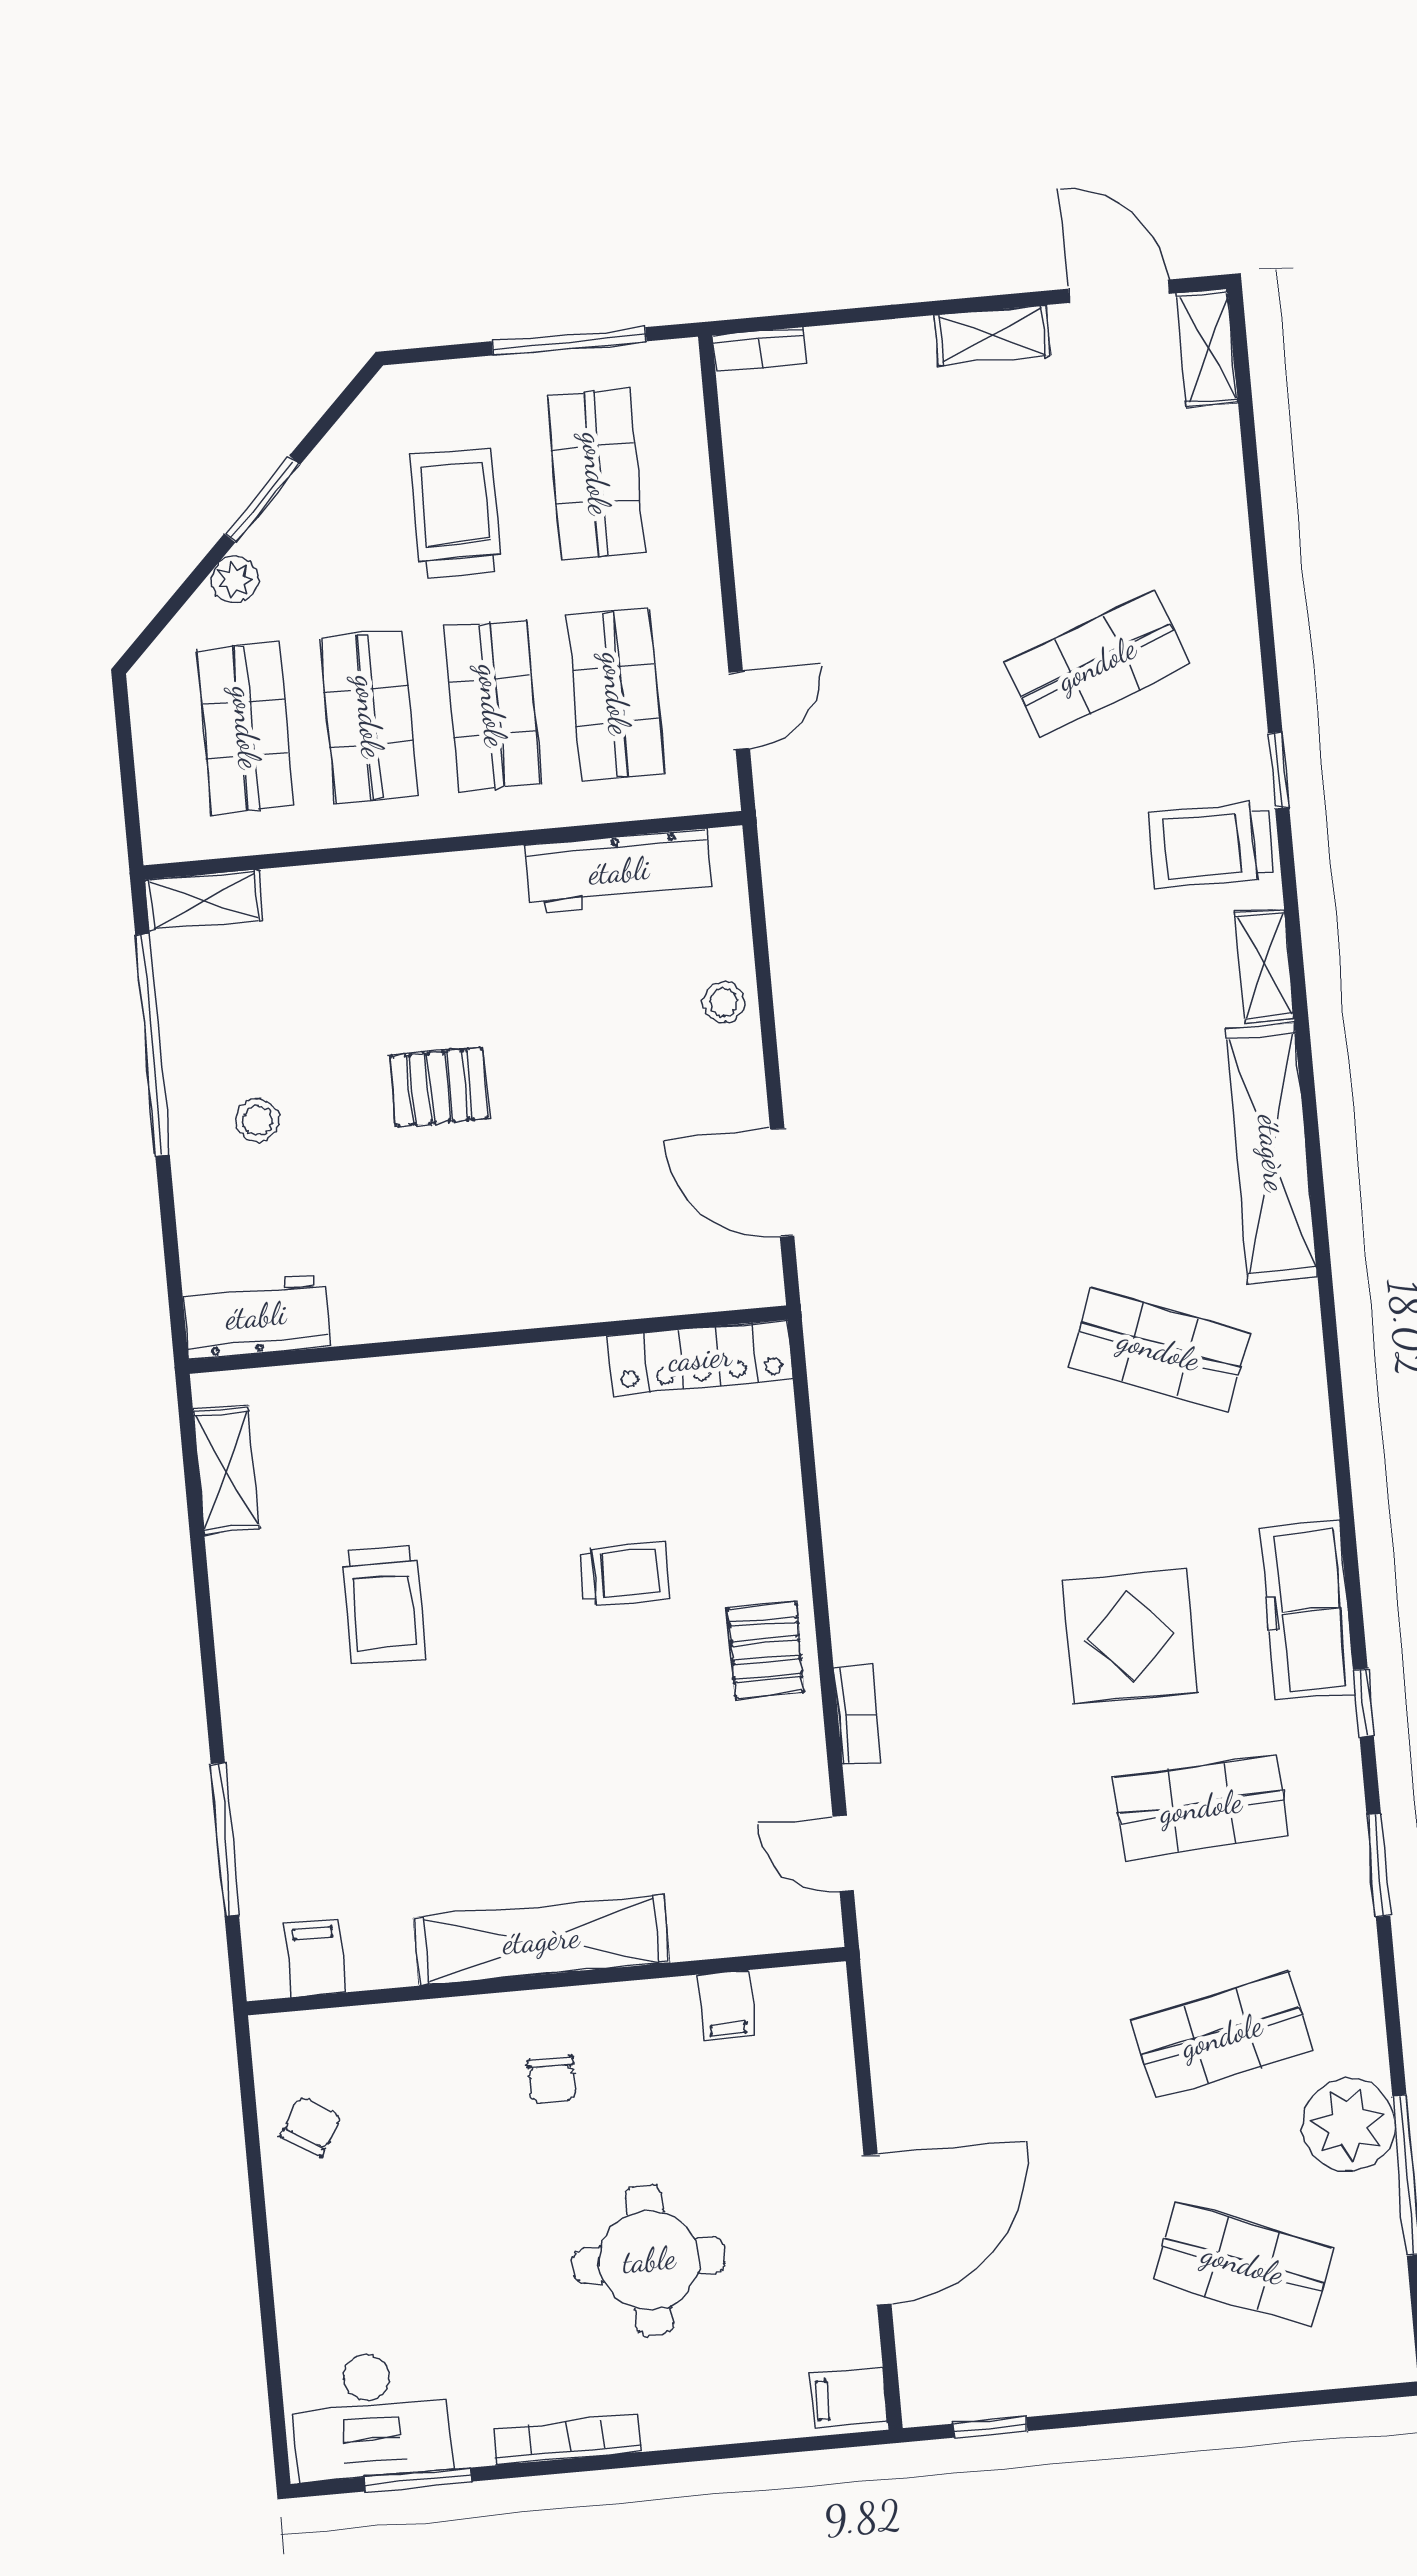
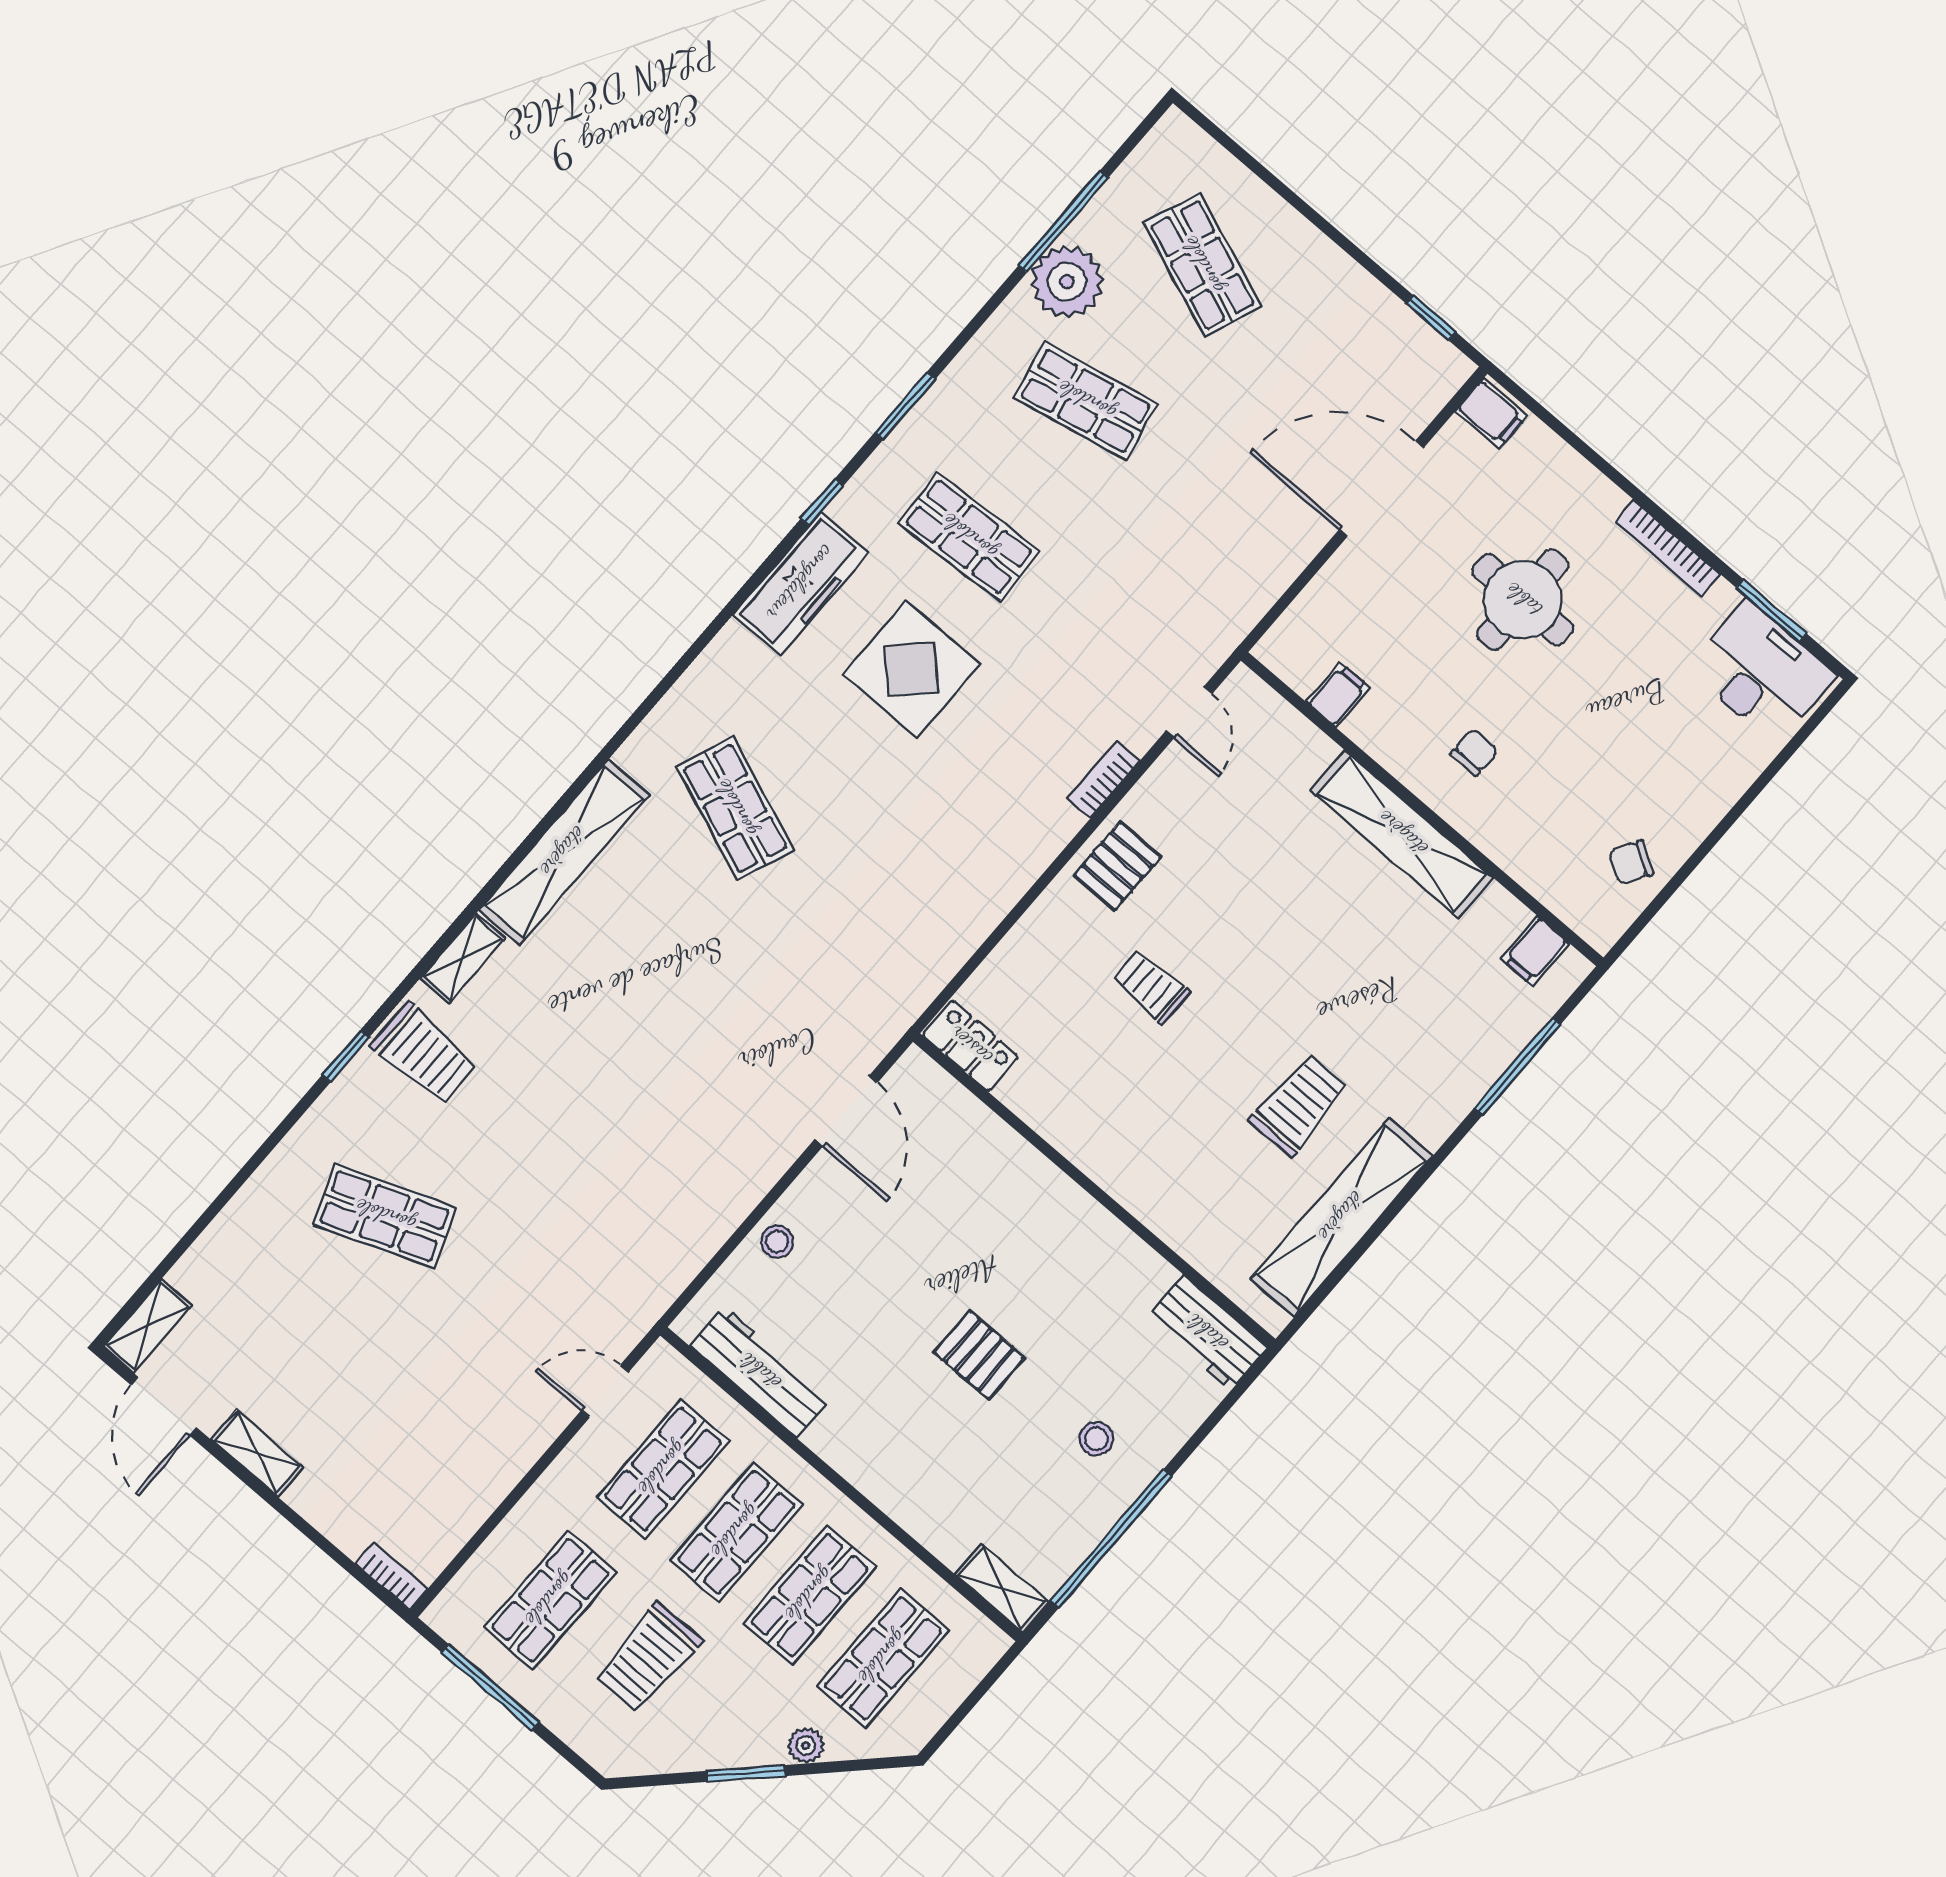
locker: (700, 1358) -> (970, 1046), width x0.66
shelving: (226, 1470) -> (1342, 1217), width x2.20, depth x1.33

